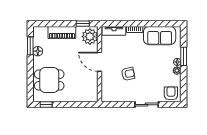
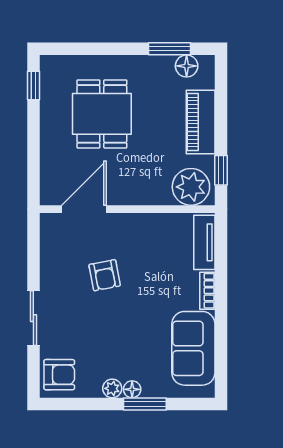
floor lamp: (38, 51) -> (187, 66), moved
door: (99, 62) -> (84, 209), moved
dining table: (49, 80) -> (102, 114), moved

